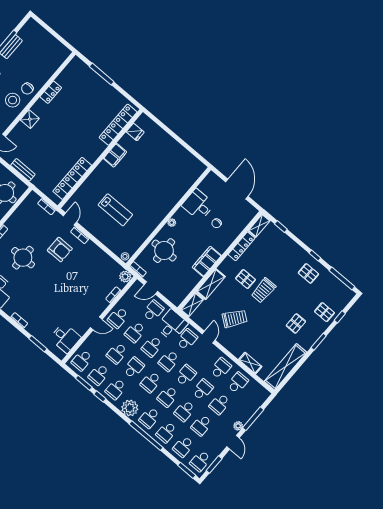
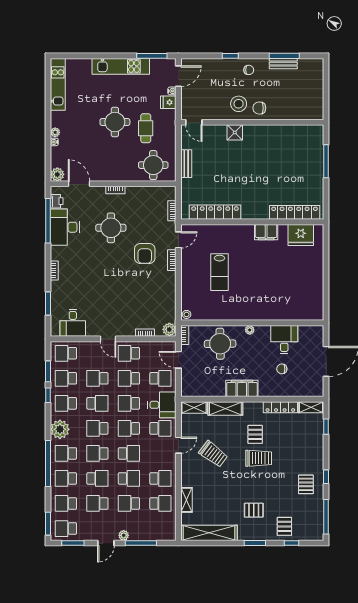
locker: (51, 92) -> (273, 131), removed
fridge: (135, 132) -> (301, 235), width x1.88, depth x1.34
trolley: (264, 290) -> (259, 458), turned 180
school desk: (185, 411) -> (97, 478), turned 180

